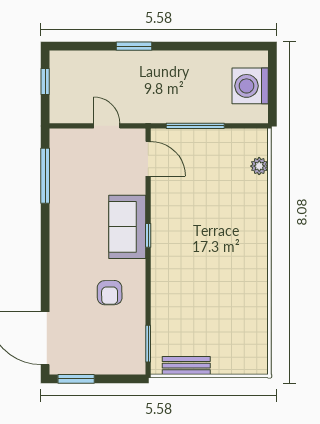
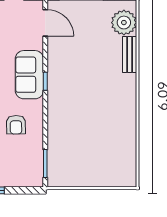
plant: (259, 166) -> (124, 23), width x1.87, depth x1.87
bench: (186, 366) -> (130, 55), moved, turned 90

